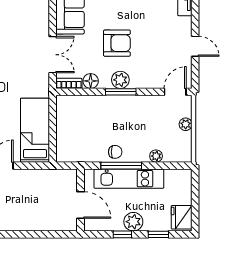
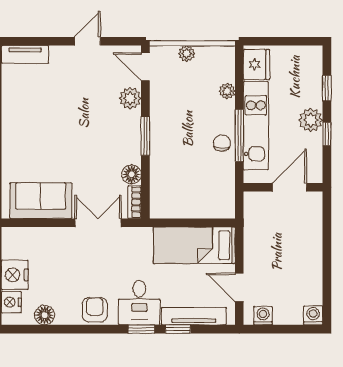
armchair: (117, 43) -> (83, 141), removed
plant: (120, 80) -> (130, 98), moved
fridge: (182, 217) -> (257, 64), moved, turned -90

